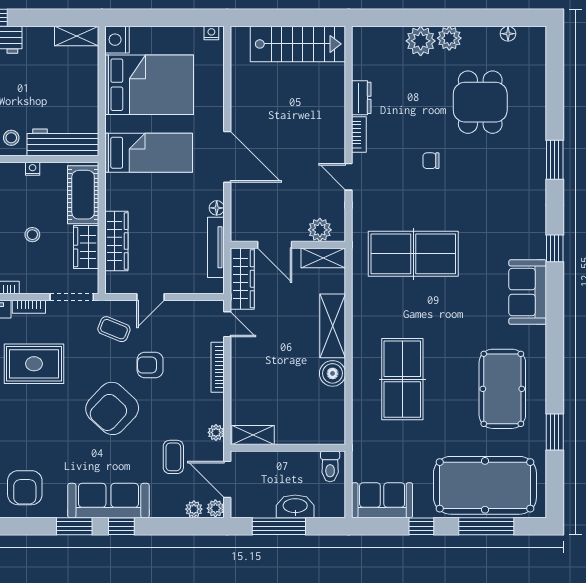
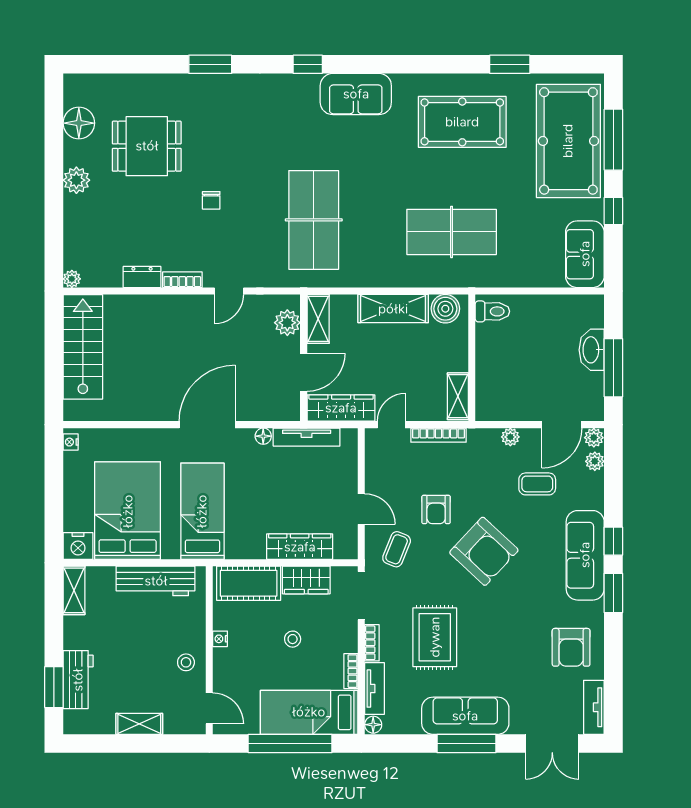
floor lamp: (508, 34) -> (79, 123), width x1.89, depth x1.89
plant: (421, 41) -> (72, 279), moved, width x0.53, depth x0.53
workbench: (63, 142) -> (156, 581), moved, turned -90
shelving: (253, 435) -> (458, 396), moved
wall: (288, 448) -> (472, 358), moved
toilet: (330, 466) -> (492, 311), moved
armchair: (25, 488) -> (571, 647), turned 90

